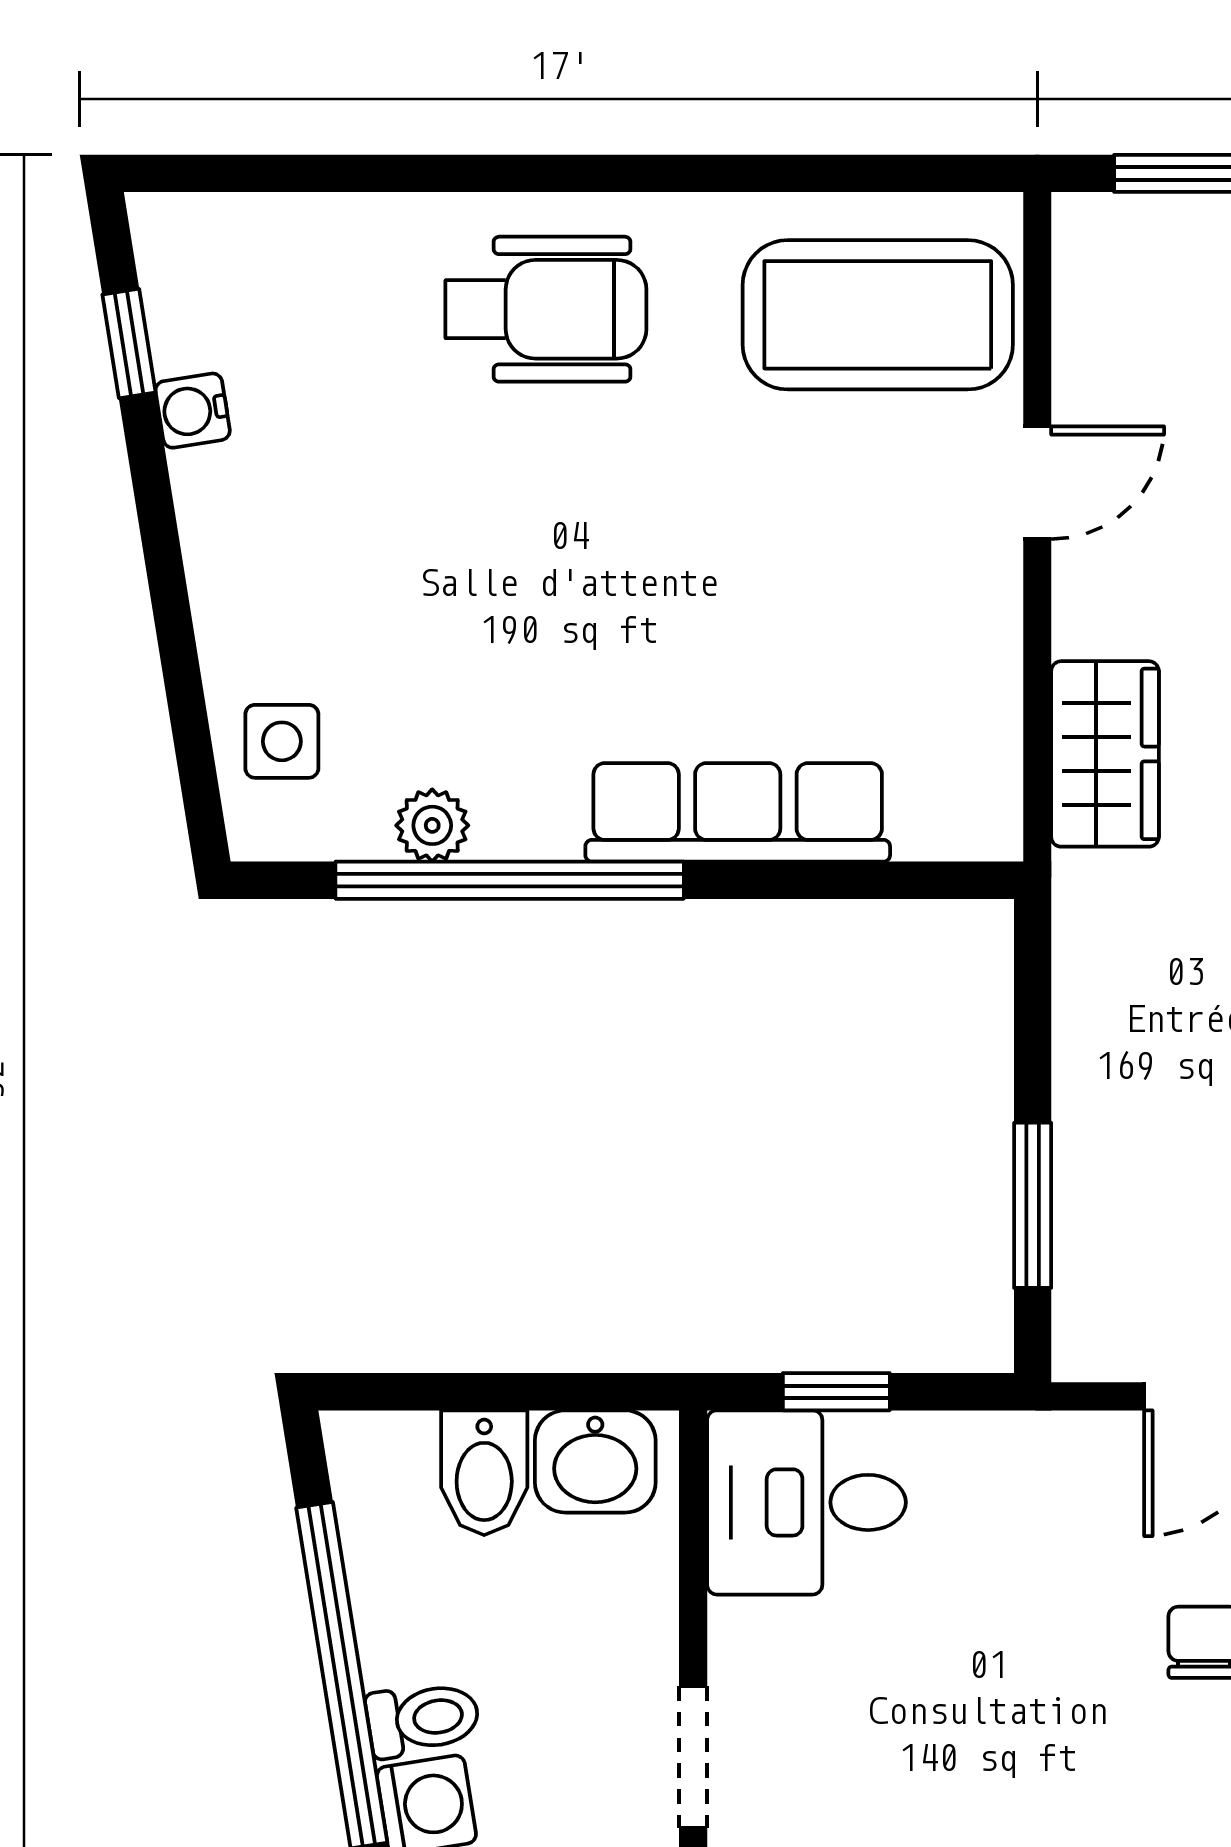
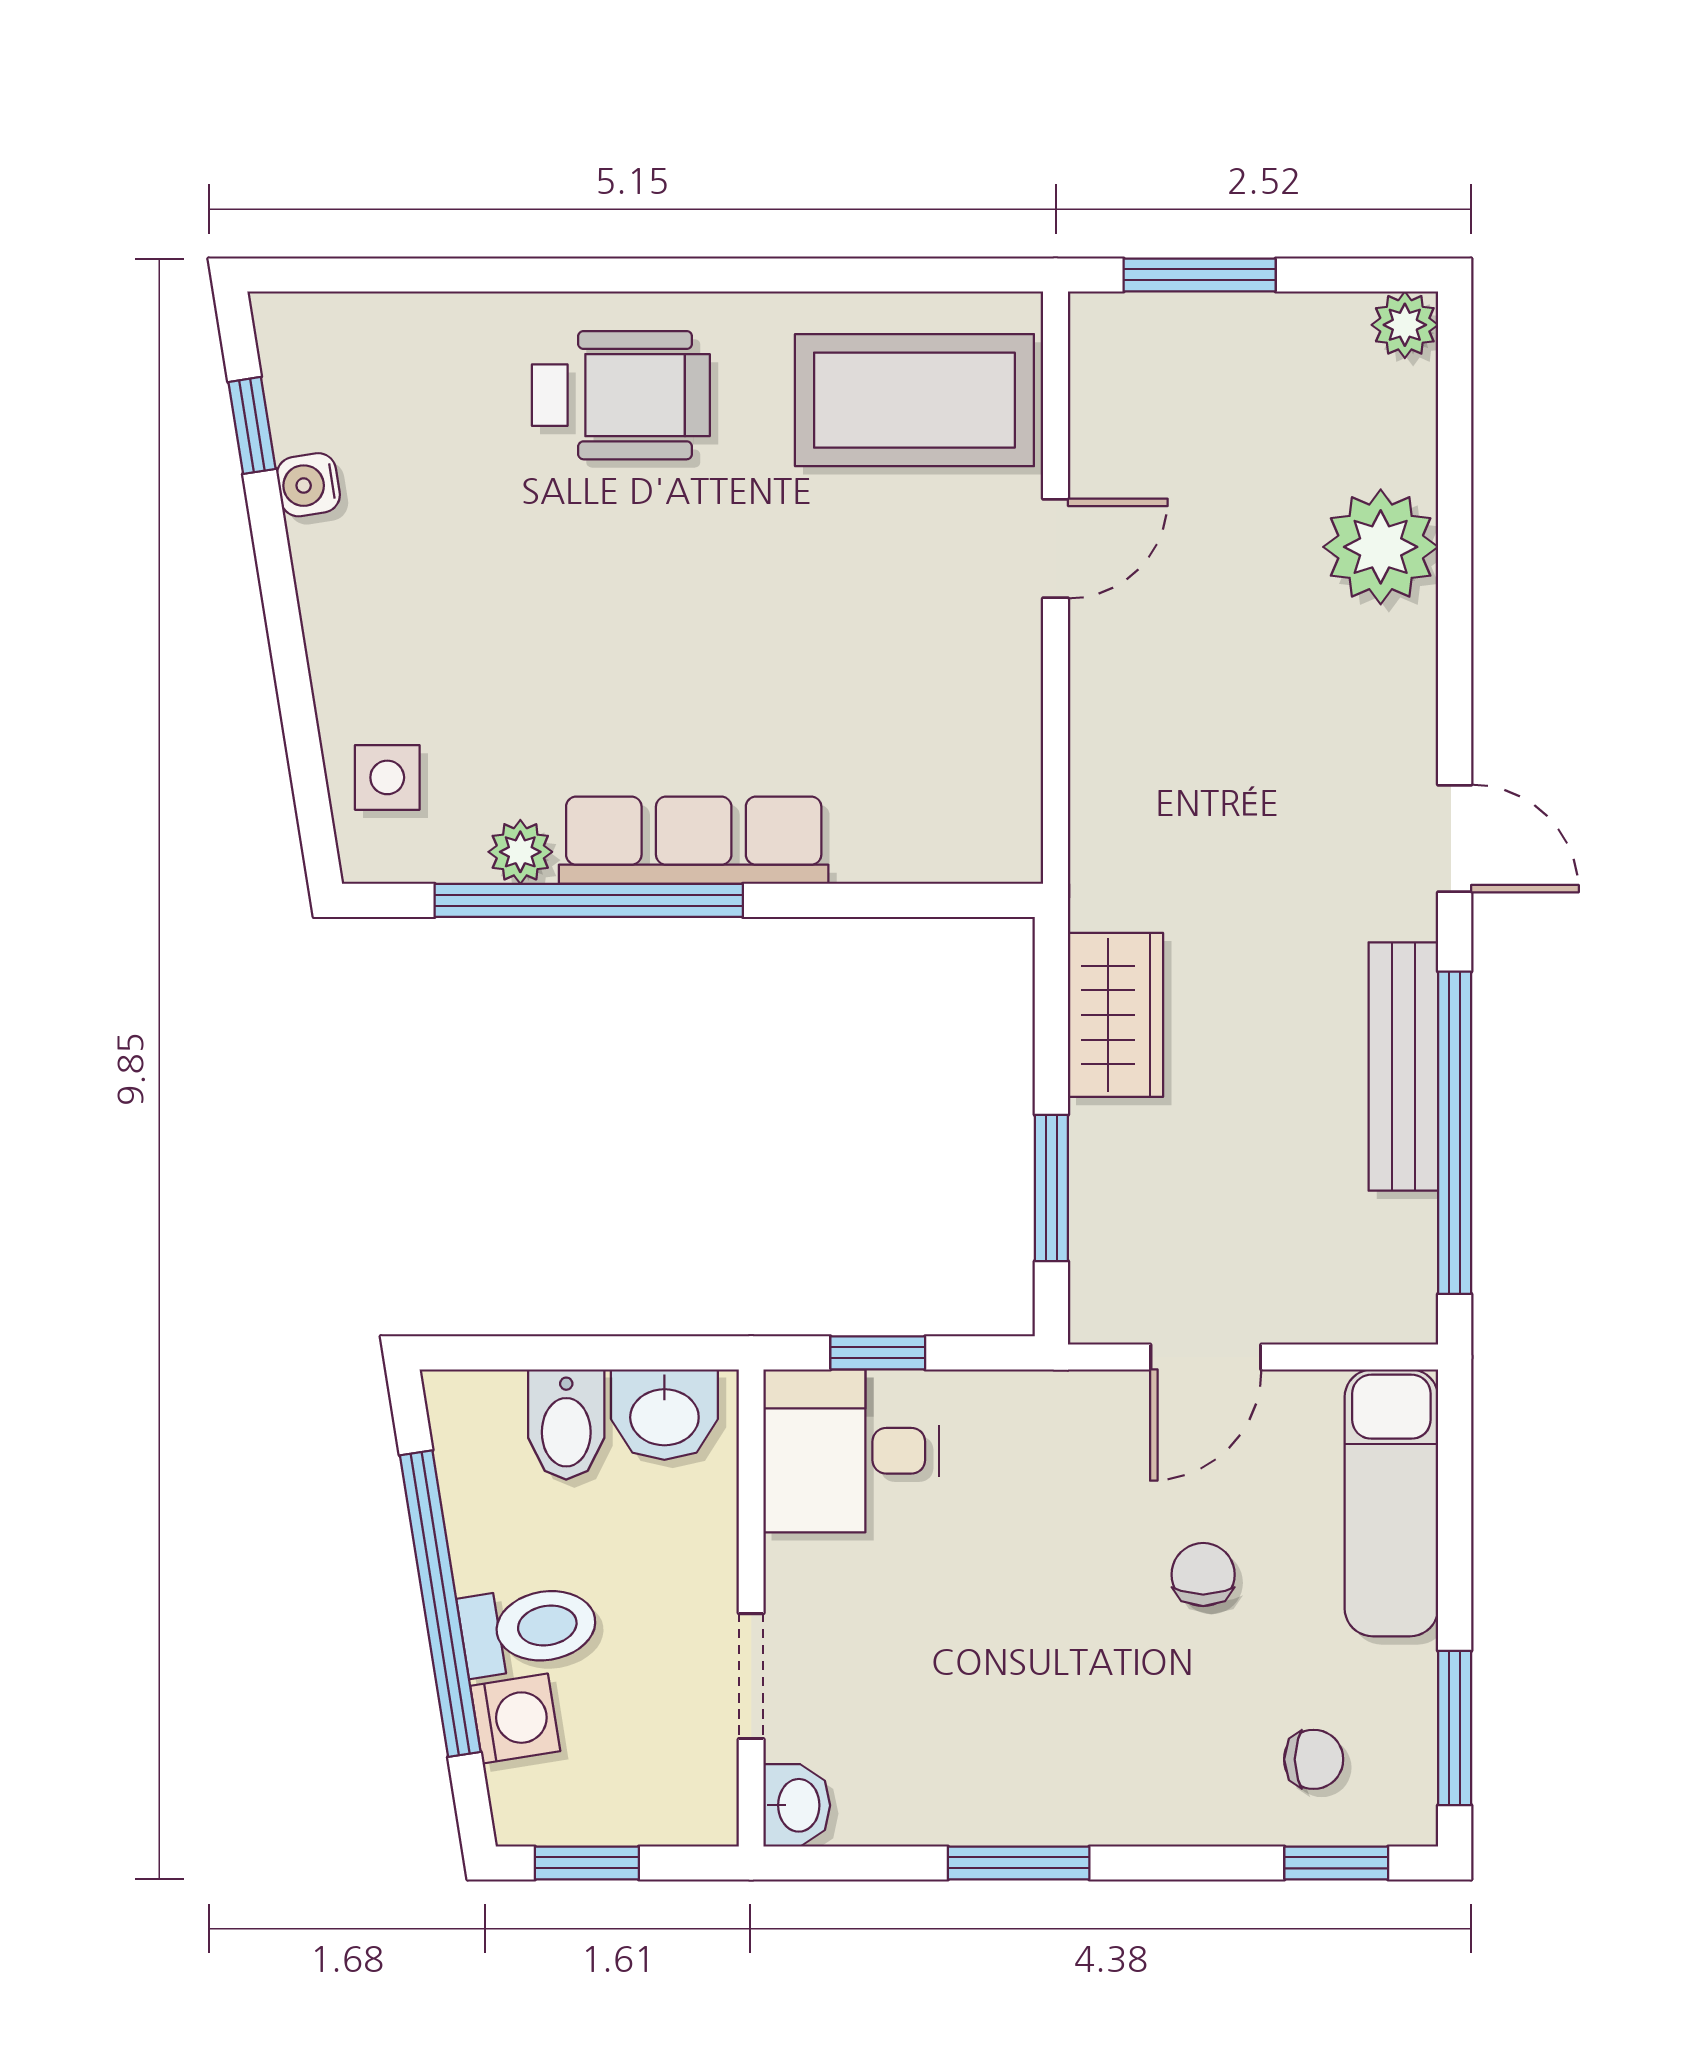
wardrobe: (1105, 754) -> (1115, 1015), moved
row of seats: (738, 812) -> (694, 840), moved
toilet: (423, 1719) -> (529, 1629), width x1.37, depth x1.39

